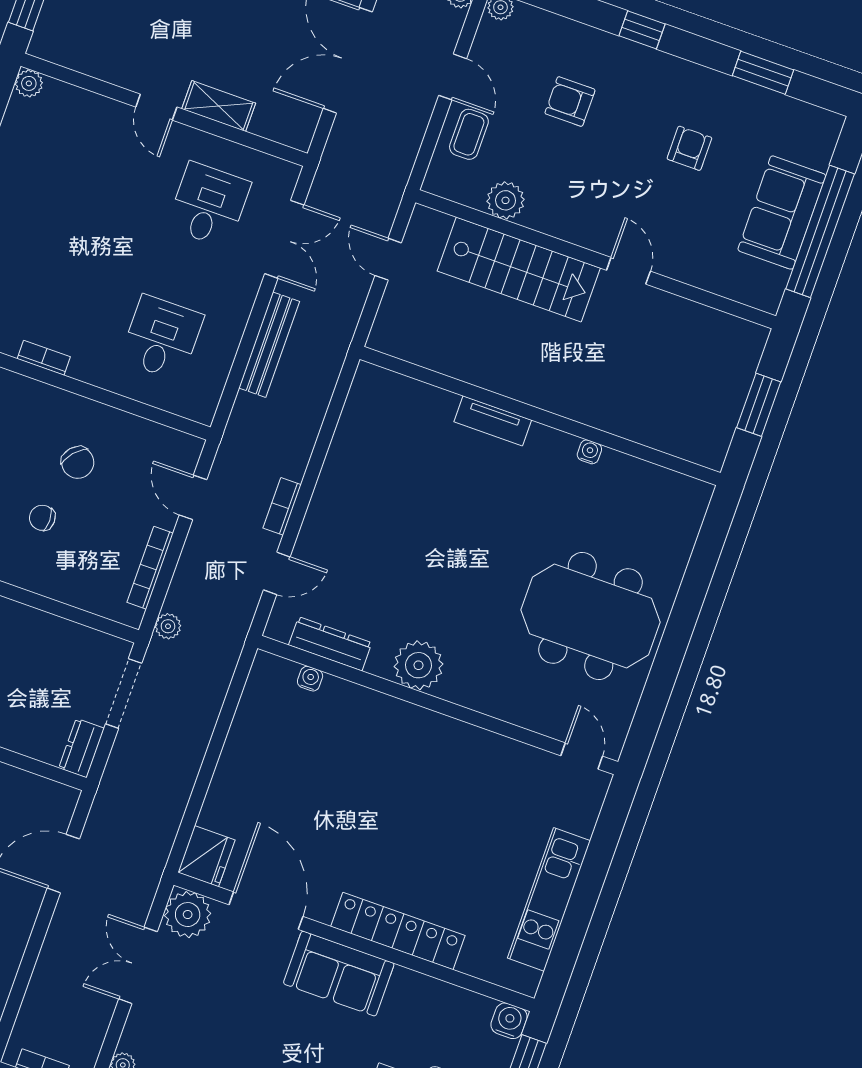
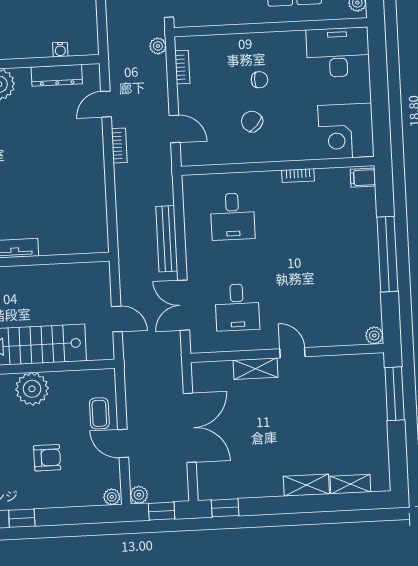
plant: (506, 200) -> (32, 389), moved, width x1.36, depth x1.36
bookcase: (150, 568) -> (182, 67), width x0.64

